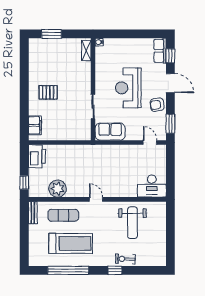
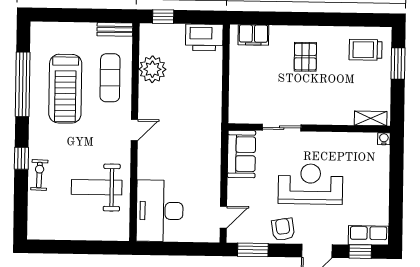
trolley: (43, 55) -> (365, 50), added
desk: (152, 186) -> (160, 211), width x1.36, depth x1.30

